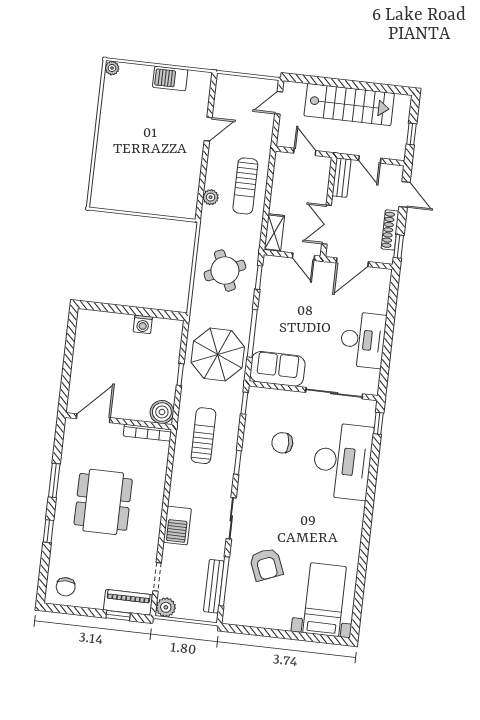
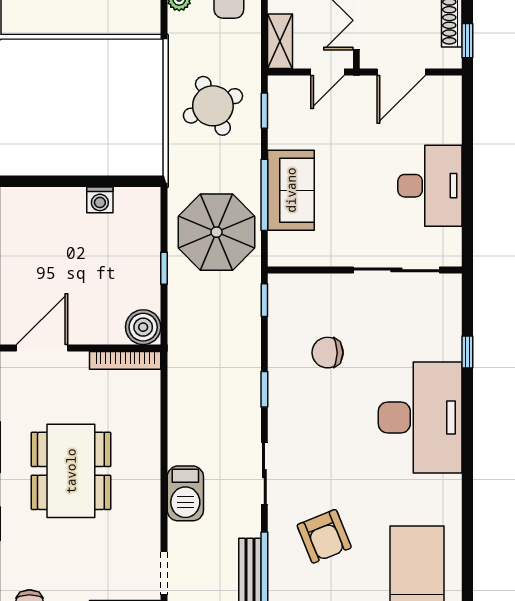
door: (303, 257) -> (327, 72), hinge flipped
sofa: (278, 369) -> (291, 190), moved, turned 90
window: (378, 423) -> (467, 352), moved
sun lounger: (203, 436) -> (209, 355), removed
desk: (342, 461) -> (420, 418), moved

